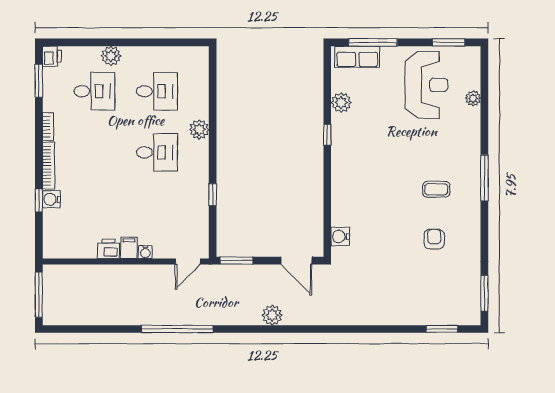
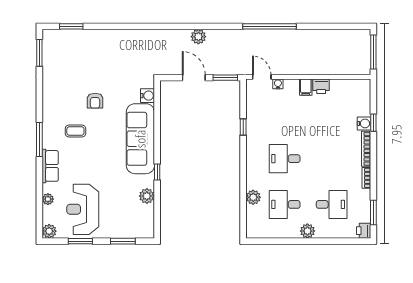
window: (373, 42) -> (123, 241), width x0.69
window: (449, 42) -> (80, 241), moved
plant: (111, 56) -> (307, 231), moved
plant: (471, 56) -> (49, 231), added
row of seats: (357, 57) -> (50, 166), moved, turned 90
desk: (94, 91) -> (332, 204), turned 180
plant: (199, 129) -> (253, 197), moved
sofa: (350, 179) -> (140, 139), added
armchair: (434, 239) -> (95, 101), moved
water cooler: (145, 252) -> (278, 84), moved
door: (296, 261) -> (194, 78), moved
door: (188, 262) -> (262, 77), hinge flipped

